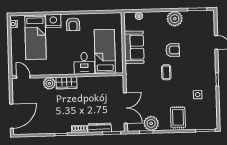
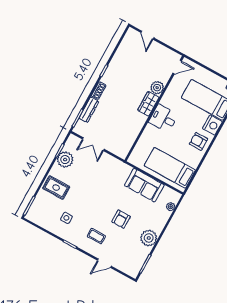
bed: (105, 51) -> (170, 168), moved, turned 180
desk: (84, 63) -> (163, 118), moved
coffee table: (166, 72) -> (96, 236), moved
double door: (125, 108) -> (93, 144), width x0.73
door: (12, 116) -> (147, 35), width x0.53

